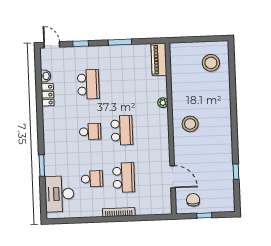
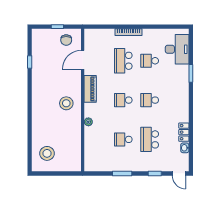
piano: (159, 59) -> (90, 89), moved
school desk: (120, 83) -> (123, 139), added
school desk: (122, 130) -> (123, 100), width x0.54
door: (173, 177) -> (83, 60), hinge flipped

